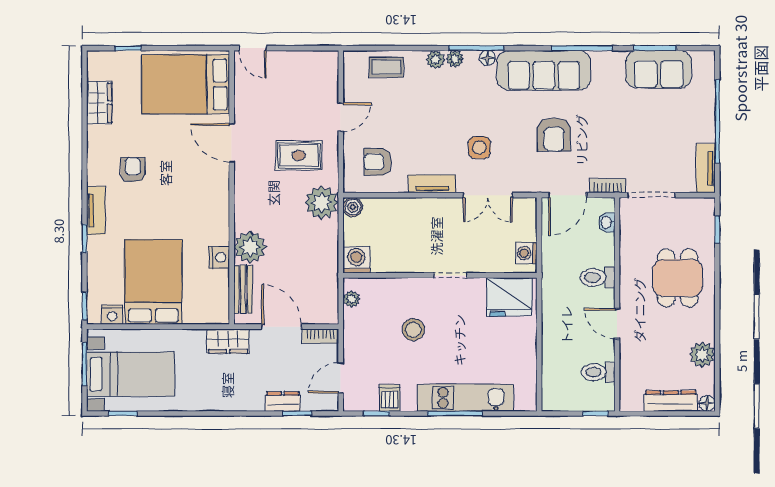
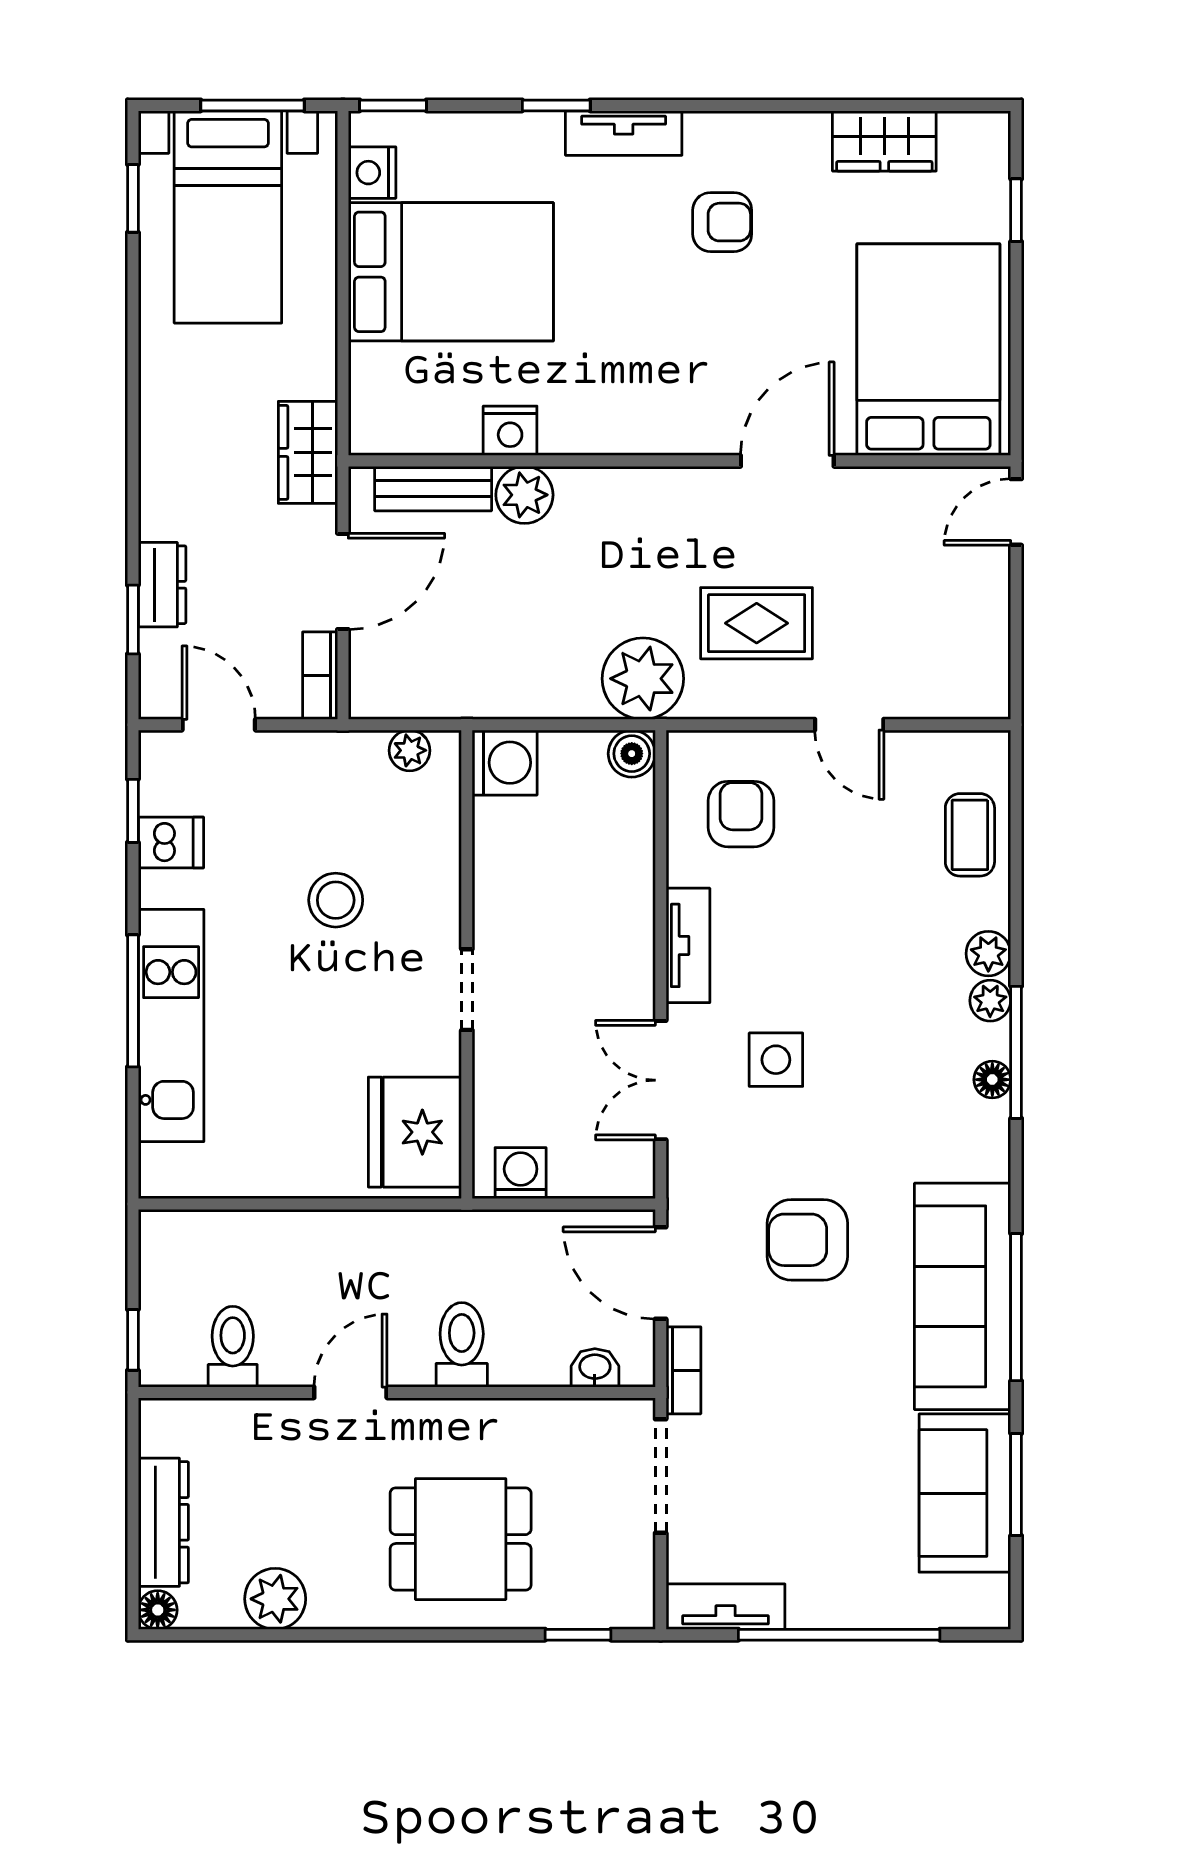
sofa: (544, 70) -> (963, 1296), moved
rug: (299, 155) -> (757, 623), turned 90
plant: (250, 247) -> (524, 495), width x0.73, depth x0.73

